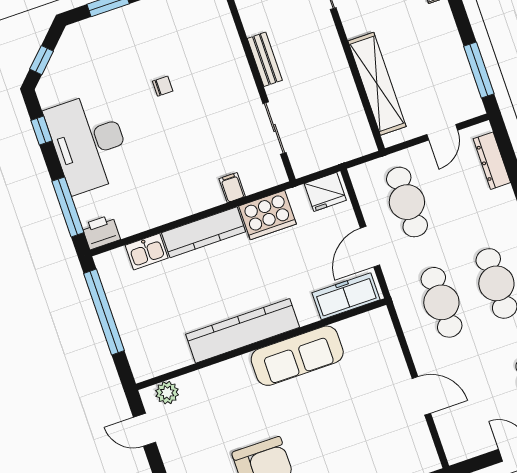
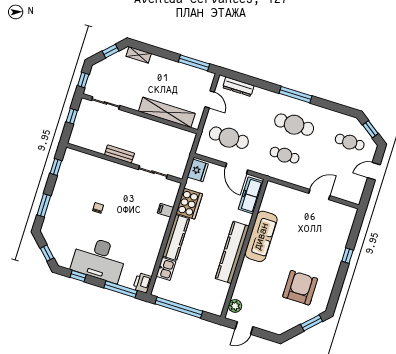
cafe table: (441, 302) -> (285, 155), width x0.73, depth x0.74

